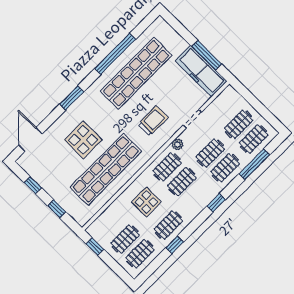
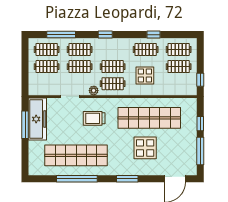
window: (33, 185) -> (200, 151), width x2.17

